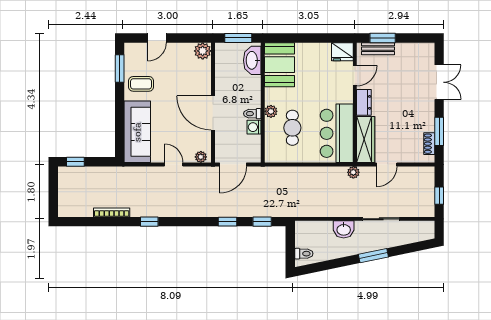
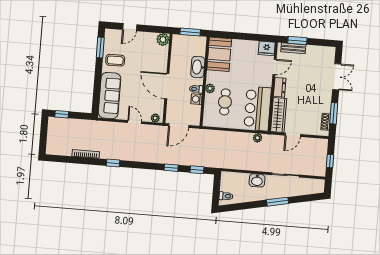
washbasin: (252, 60) -> (198, 67), moved
plant: (353, 172) -> (257, 138), moved

